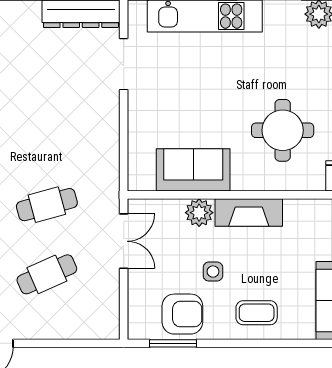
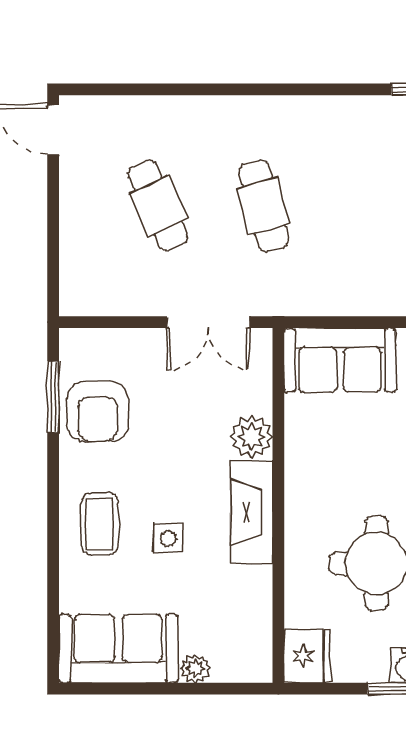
sofa: (193, 170) -> (340, 360), moved, turned 90
side table: (213, 272) -> (168, 538), moved

